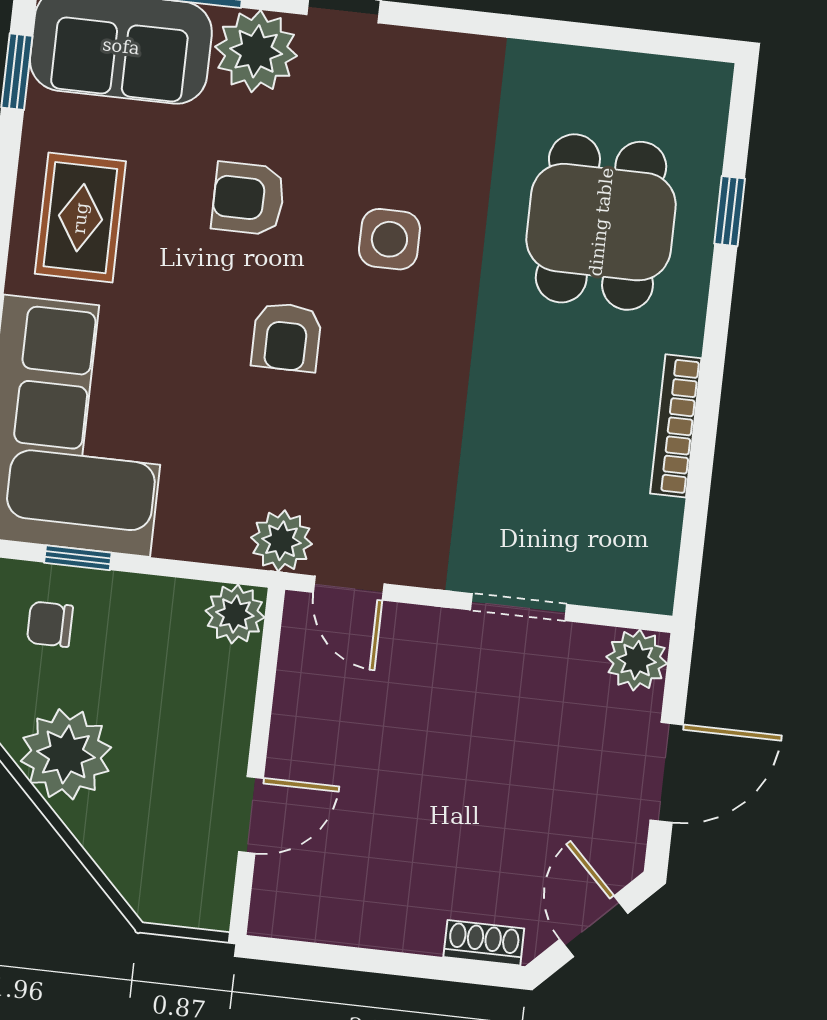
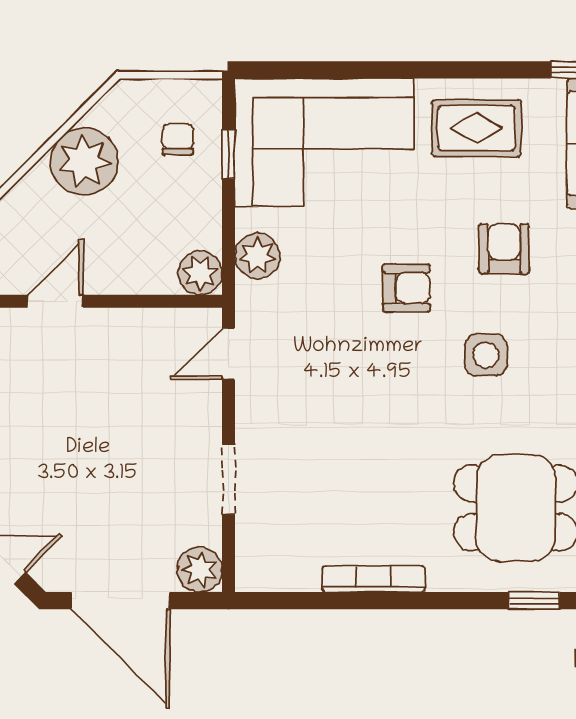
armchair: (286, 337) -> (406, 288), turned 180
plant: (281, 541) -> (257, 256), moved
door: (667, 772) -> (120, 601), width x1.36
door: (251, 815) -> (55, 301), swing flipped

